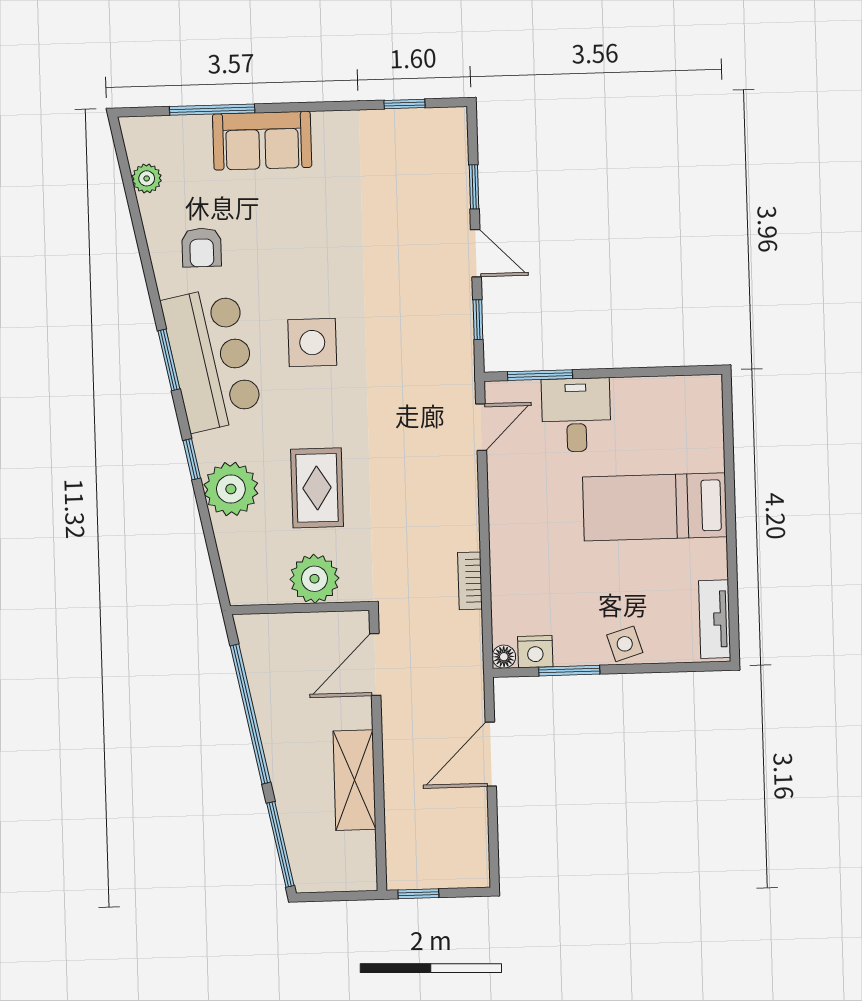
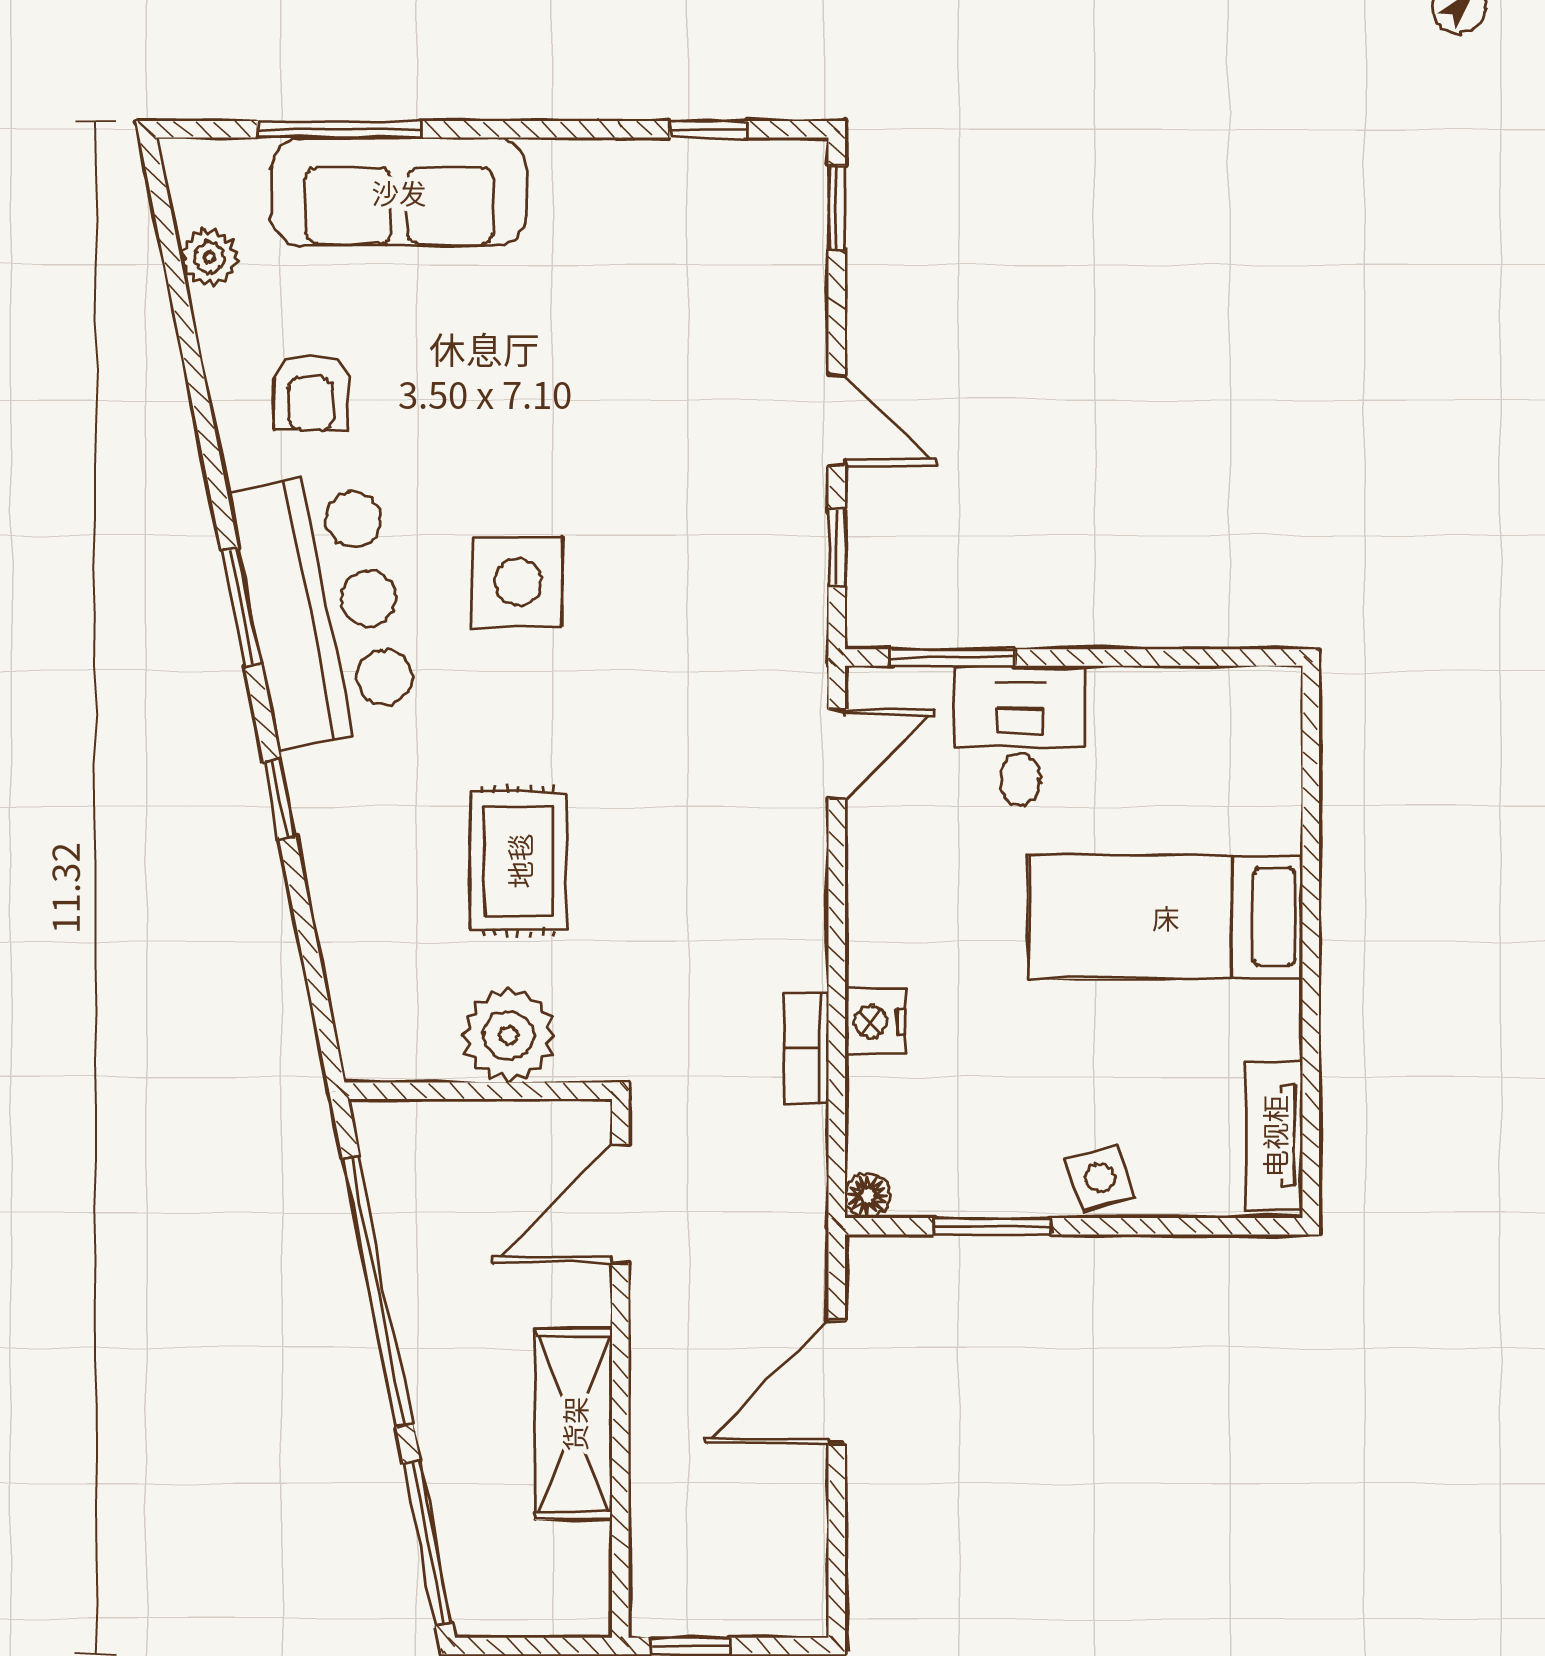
sofa: (262, 141) -> (399, 192), width x1.36
window: (474, 187) -> (837, 208), moved
plant: (231, 489) -> (353, 858), removed
nightstand: (535, 652) -> (875, 1022), moved, turned 90

